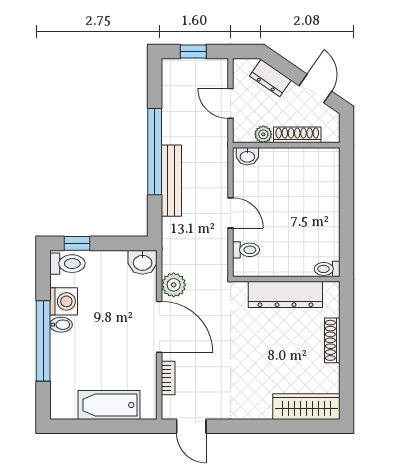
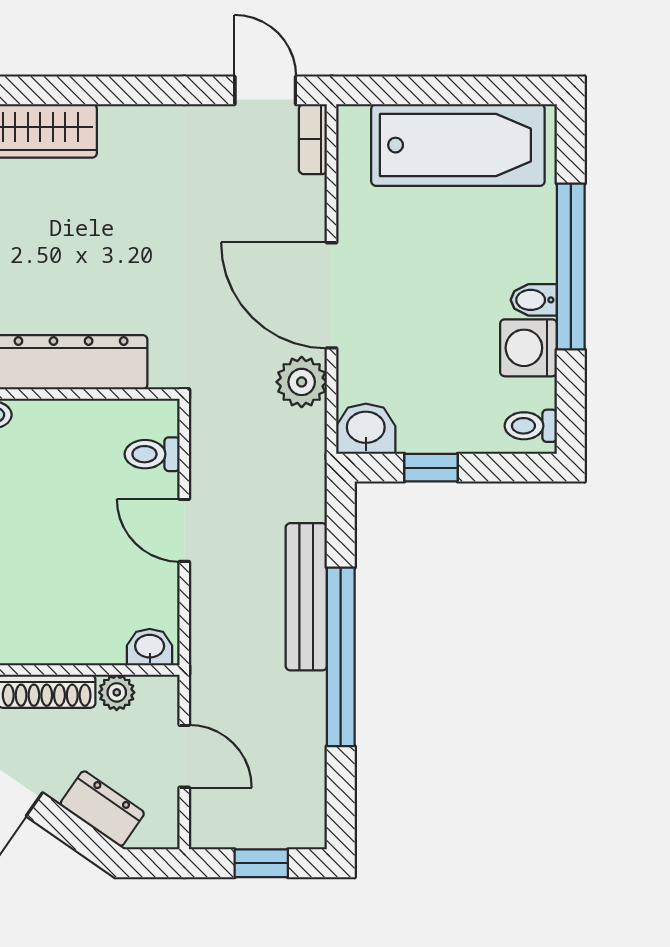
window: (77, 243) -> (431, 468), moved
toilet: (67, 264) -> (531, 426), width x0.73, depth x0.72
bookcase: (168, 378) -> (313, 139), moved
bathtub: (109, 405) -> (458, 145), width x1.36, depth x1.36

